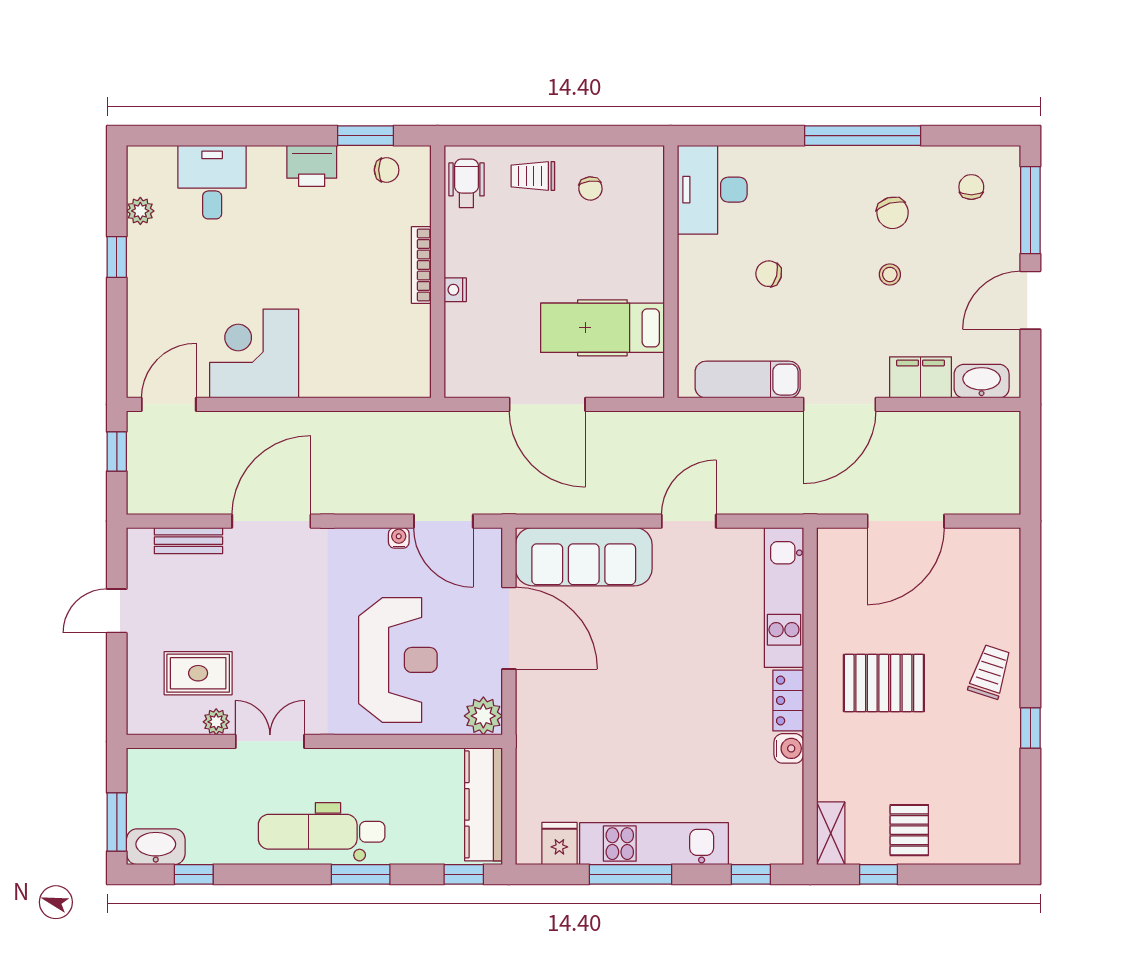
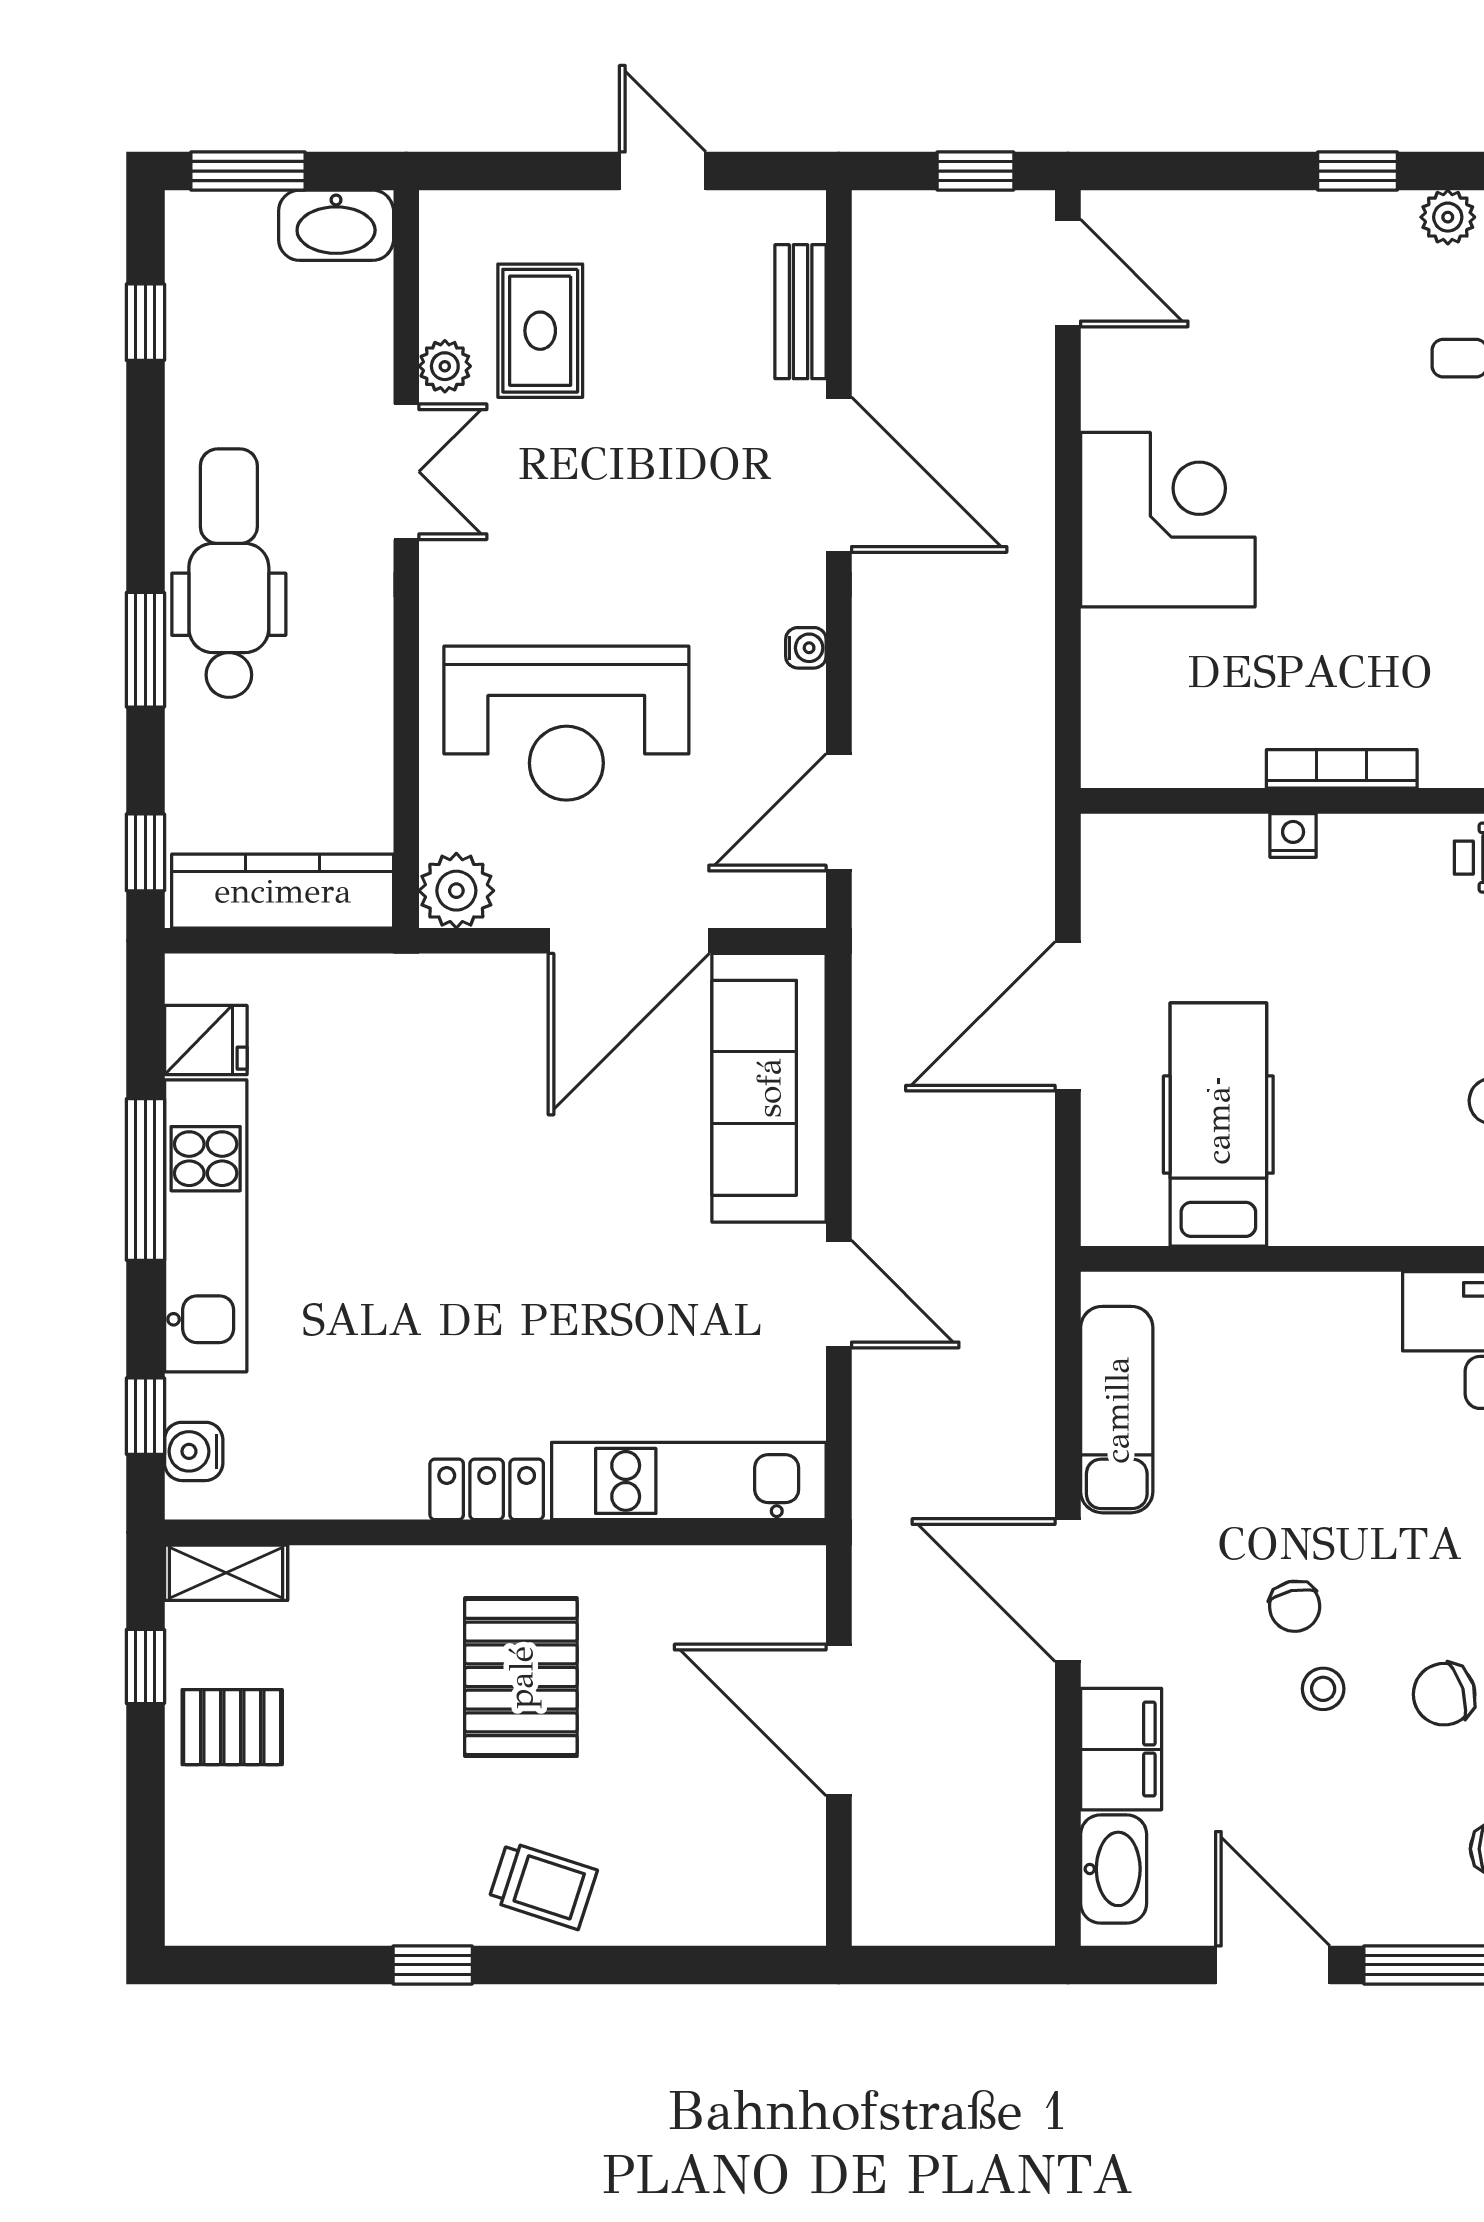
chair: (769, 274) -> (1295, 1606), moved, turned 153
corner desk: (254, 354) -> (1168, 520), moved
water cooler: (399, 538) -> (806, 648), moved
water cooler: (789, 748) -> (194, 1451), moved, turned 90
washbasin: (156, 847) -> (336, 225), moved, turned 90

